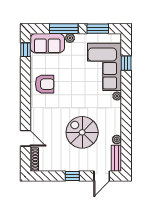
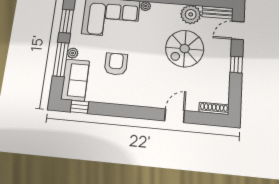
armchair: (45, 84) -> (116, 64), moved
door: (25, 138) -> (175, 116), moved
plant: (117, 140) -> (191, 14), width x1.88, depth x1.88
door: (102, 176) -> (238, 30), swing flipped

